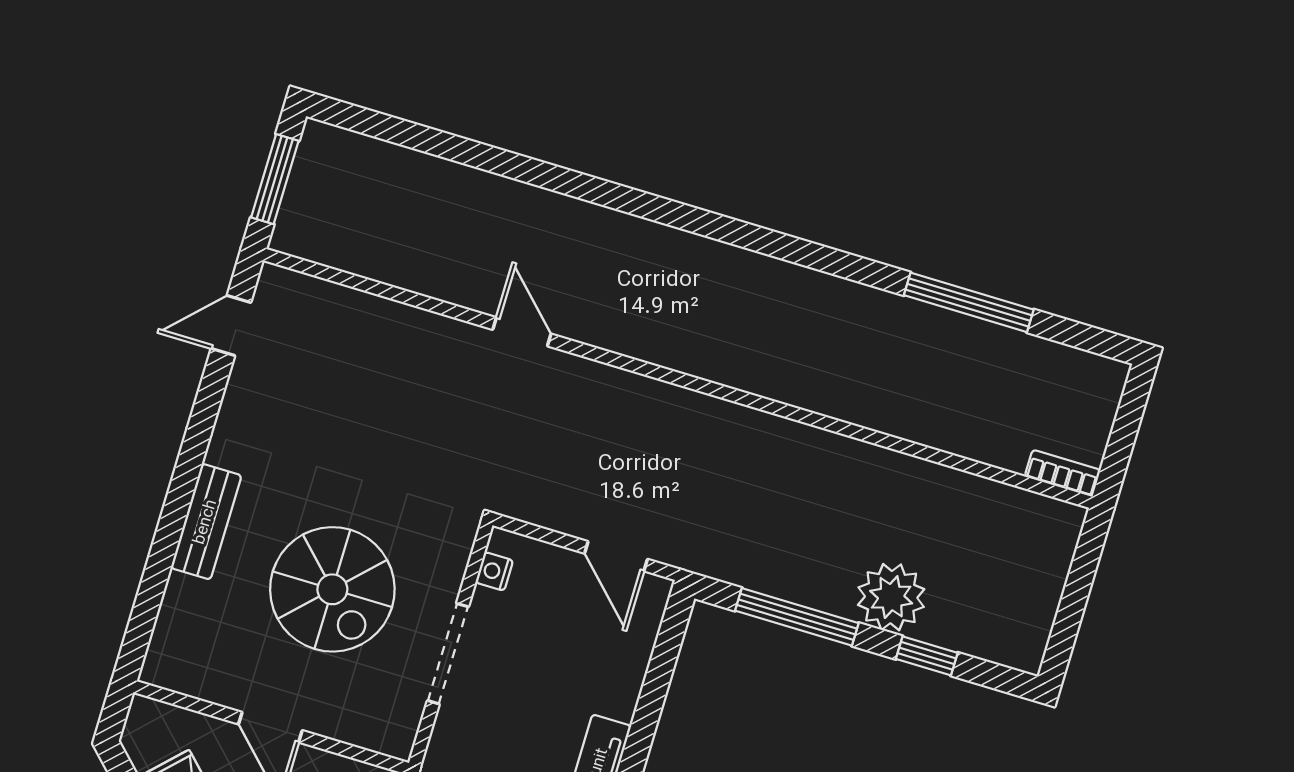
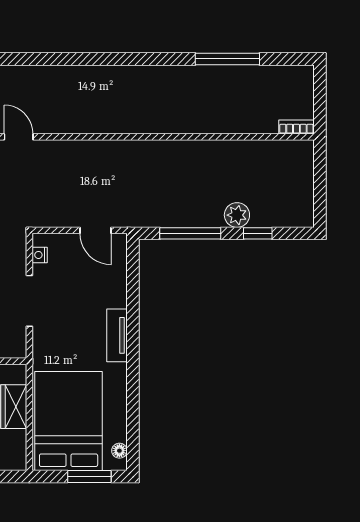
plant: (891, 597) -> (237, 215), width x0.73, depth x0.73

